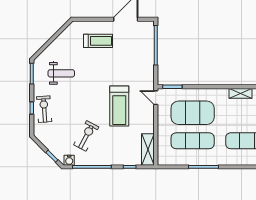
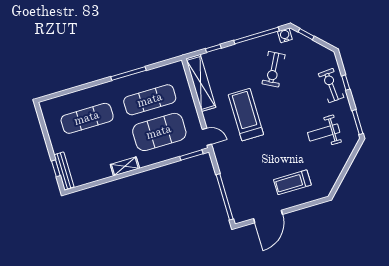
shelving: (241, 93) -> (125, 166), moved
exercise bike: (44, 109) -> (331, 86), turned 180
shelving: (148, 149) -> (201, 83), width x1.47

